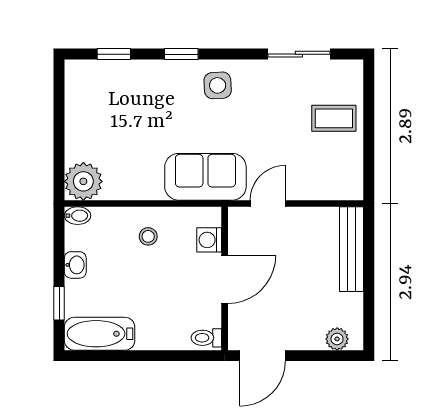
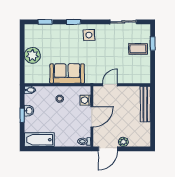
window: (369, 105) -> (153, 43), added
sofa: (205, 177) -> (67, 74), moved
plant: (83, 181) -> (32, 55), moved
window: (59, 303) -> (22, 115), moved
plant: (337, 339) -> (123, 142), moved

